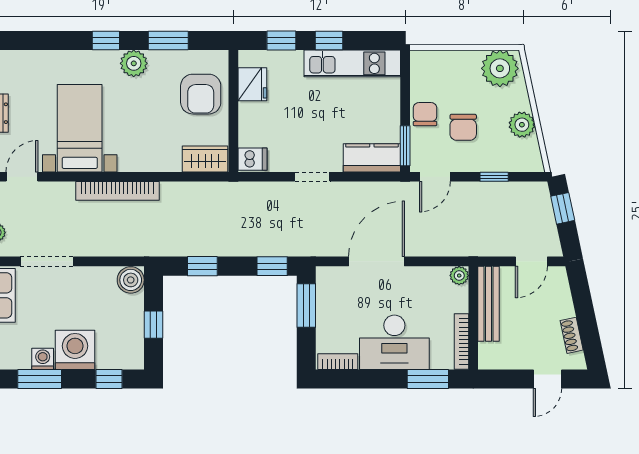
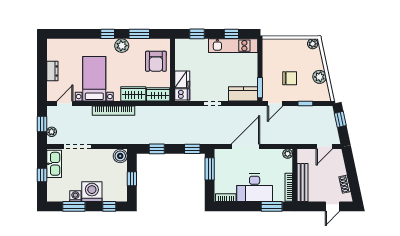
window: (329, 40) -> (231, 34), moved
plant: (500, 68) -> (313, 44), width x0.53, depth x0.53
fridge: (252, 84) -> (182, 79), moved
chair: (425, 114) -> (270, 72), removed
chair: (463, 127) -> (290, 78), turned -90
wardrobe: (156, 158) -> (133, 94), added
bench: (488, 304) -> (303, 182), moved

